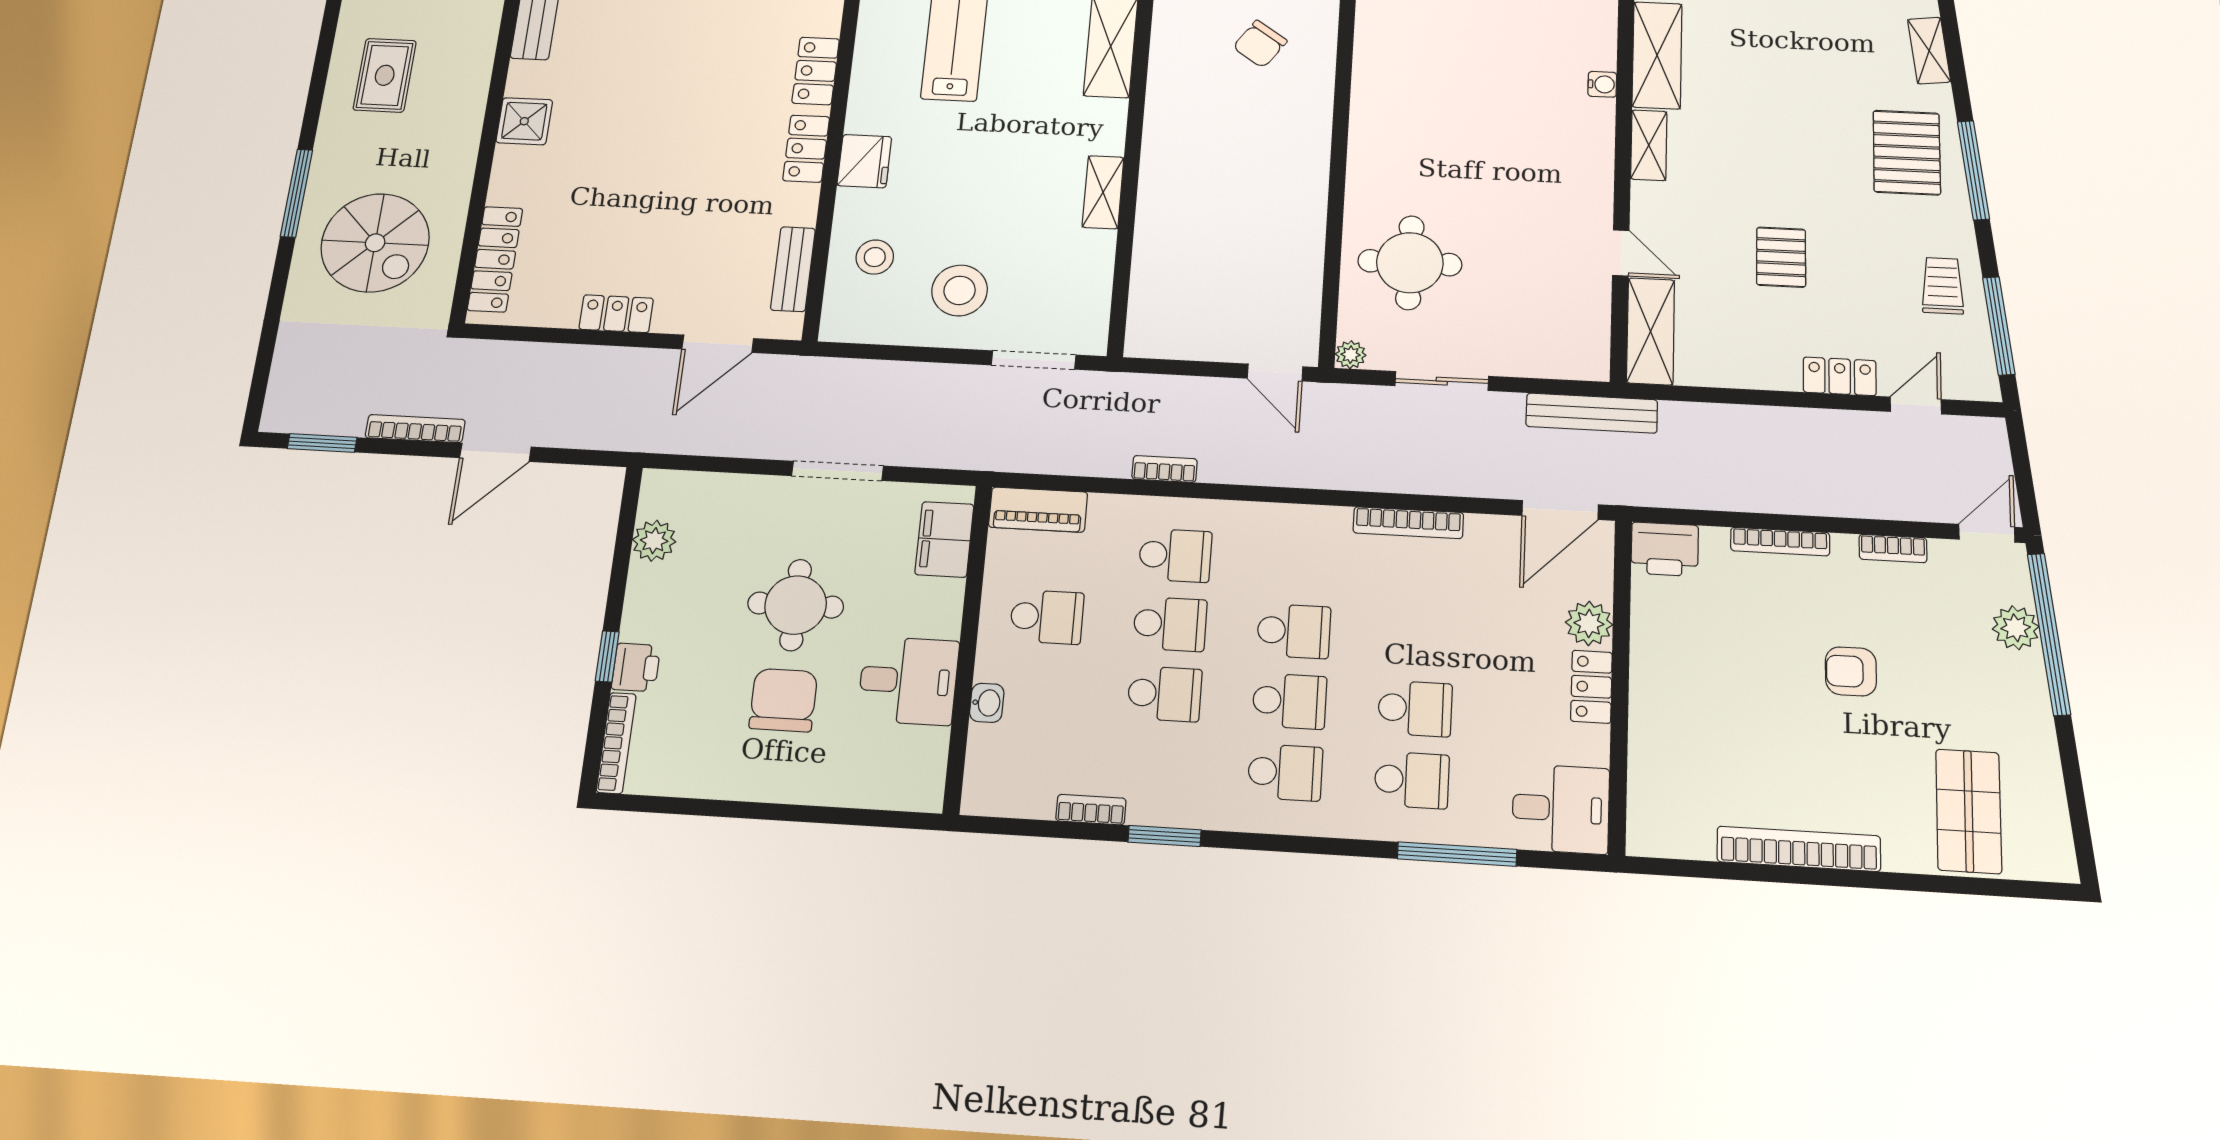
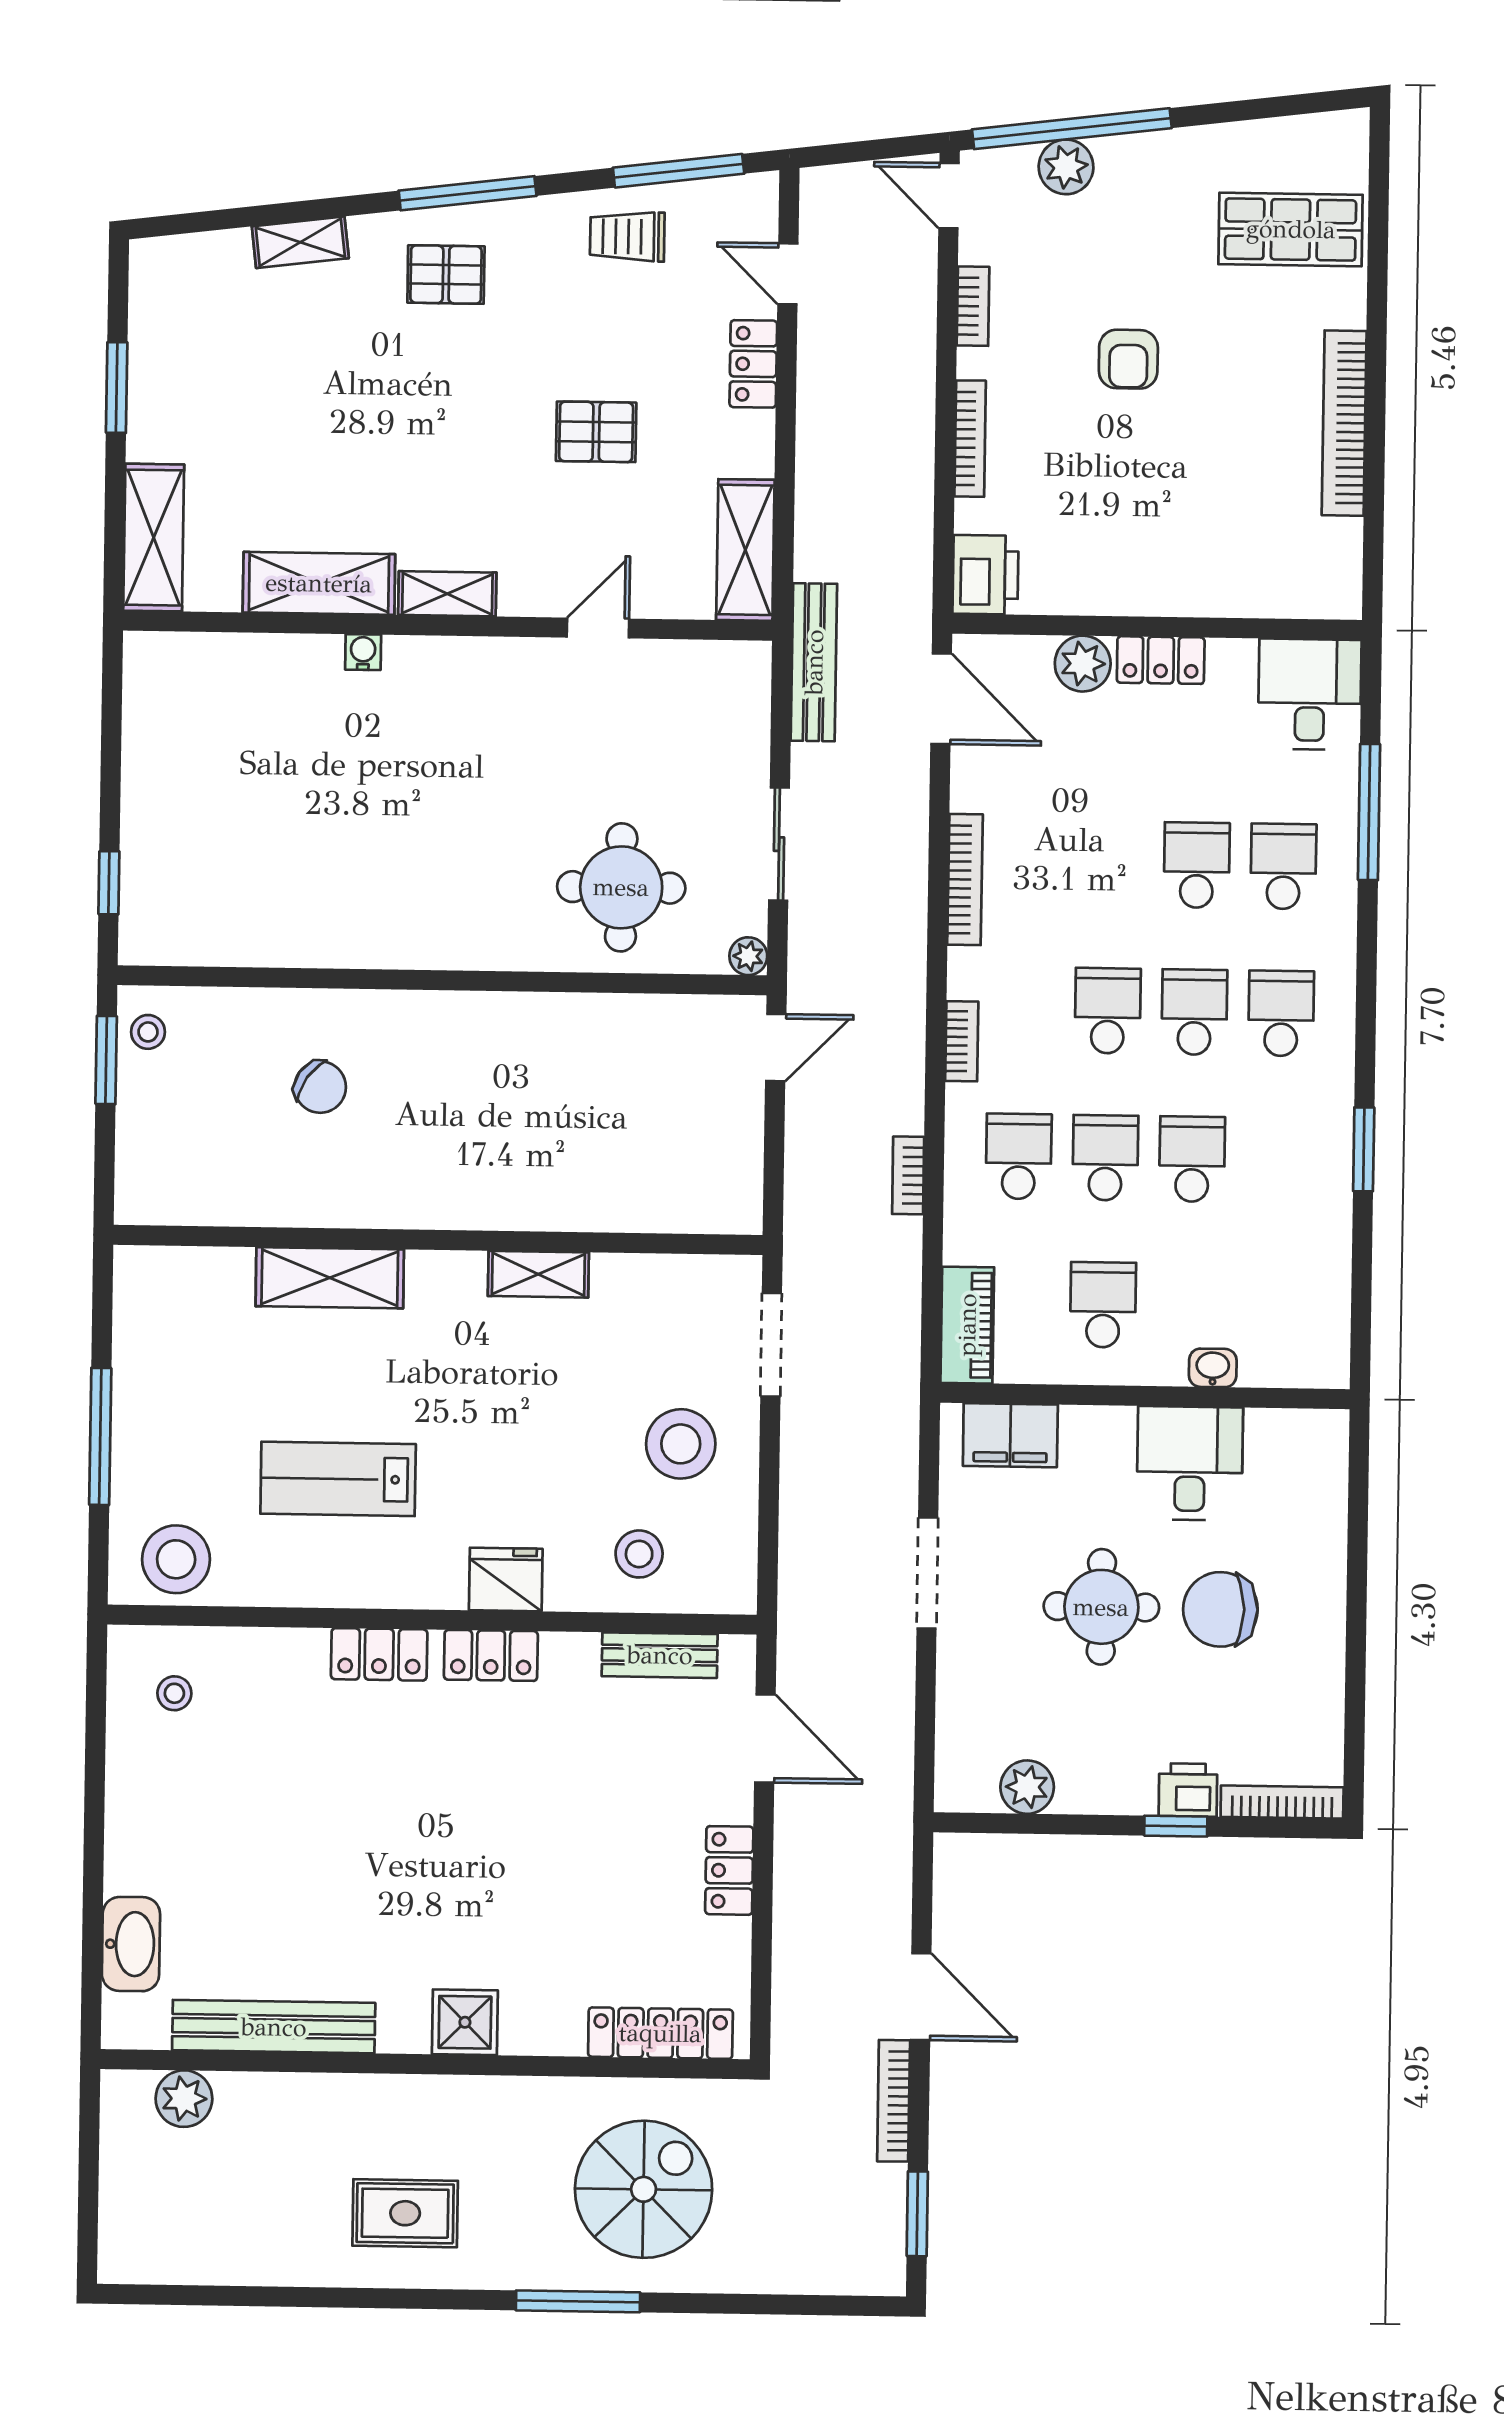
pallet: (1907, 153) -> (446, 274), width x0.67, depth x0.71
shelving: (1651, 331) -> (745, 550), moved, turned 90
bookcase: (1091, 810) -> (962, 1041), moved, turned 180

